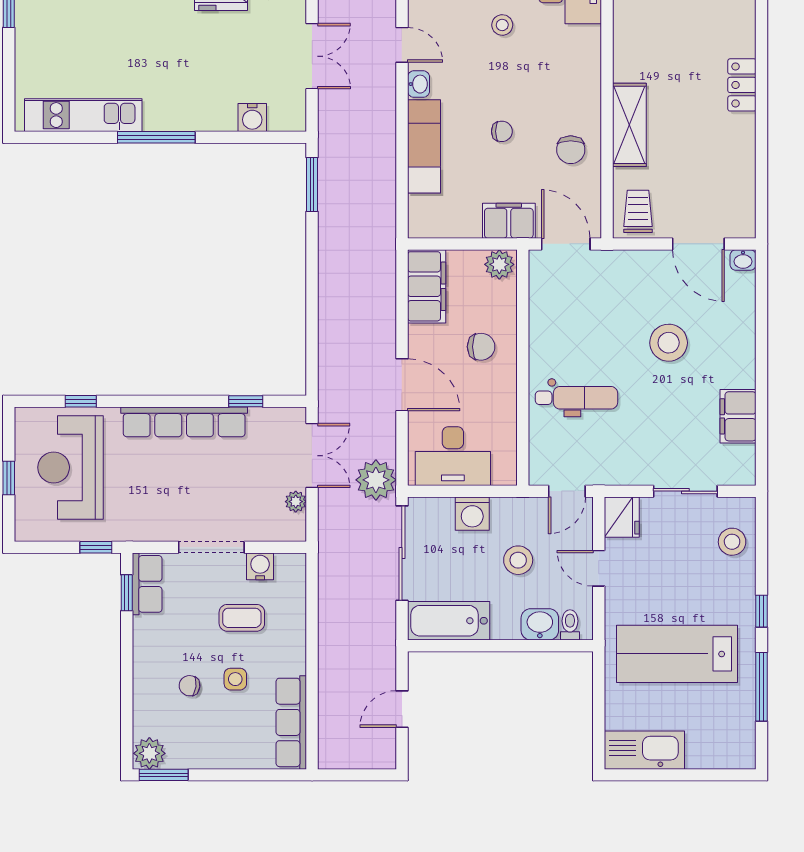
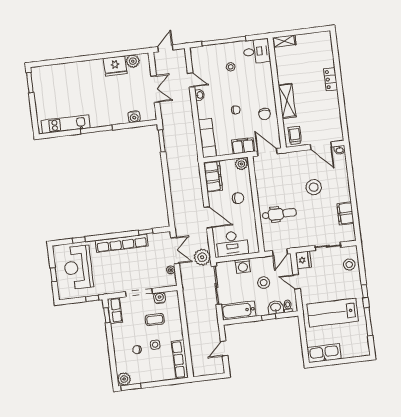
exam couch: (424, 146) -> (207, 138), moved
window: (520, 646) -> (269, 317), added

